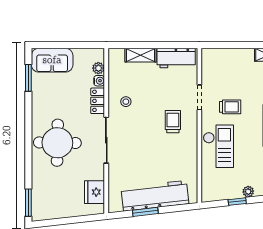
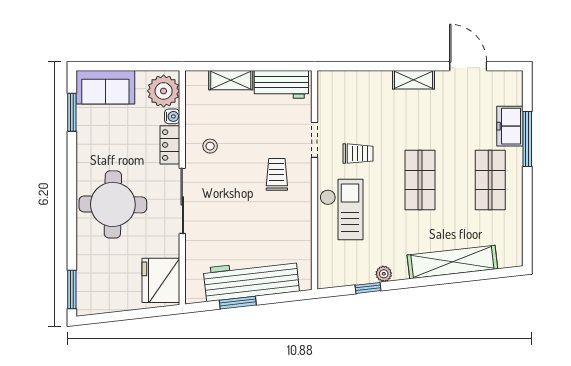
plant: (98, 68) -> (164, 91), width x1.87, depth x1.87
fridge: (95, 192) -> (161, 280), width x1.36, depth x1.34

